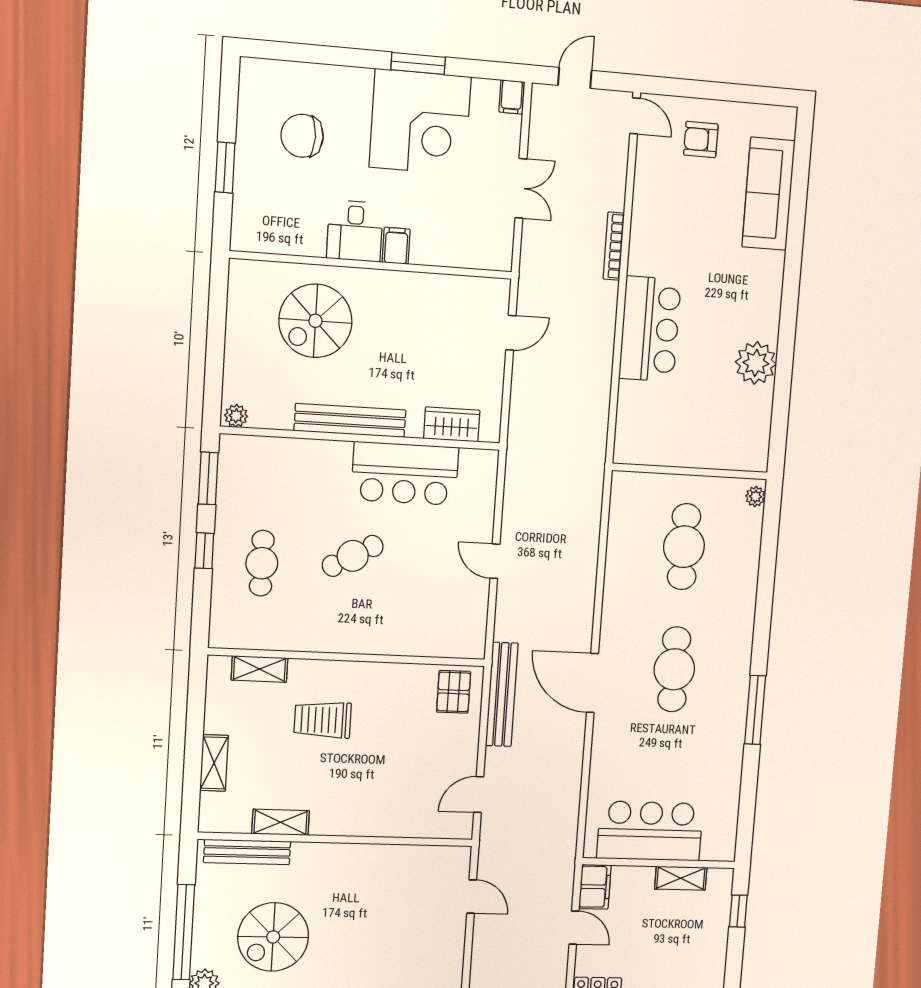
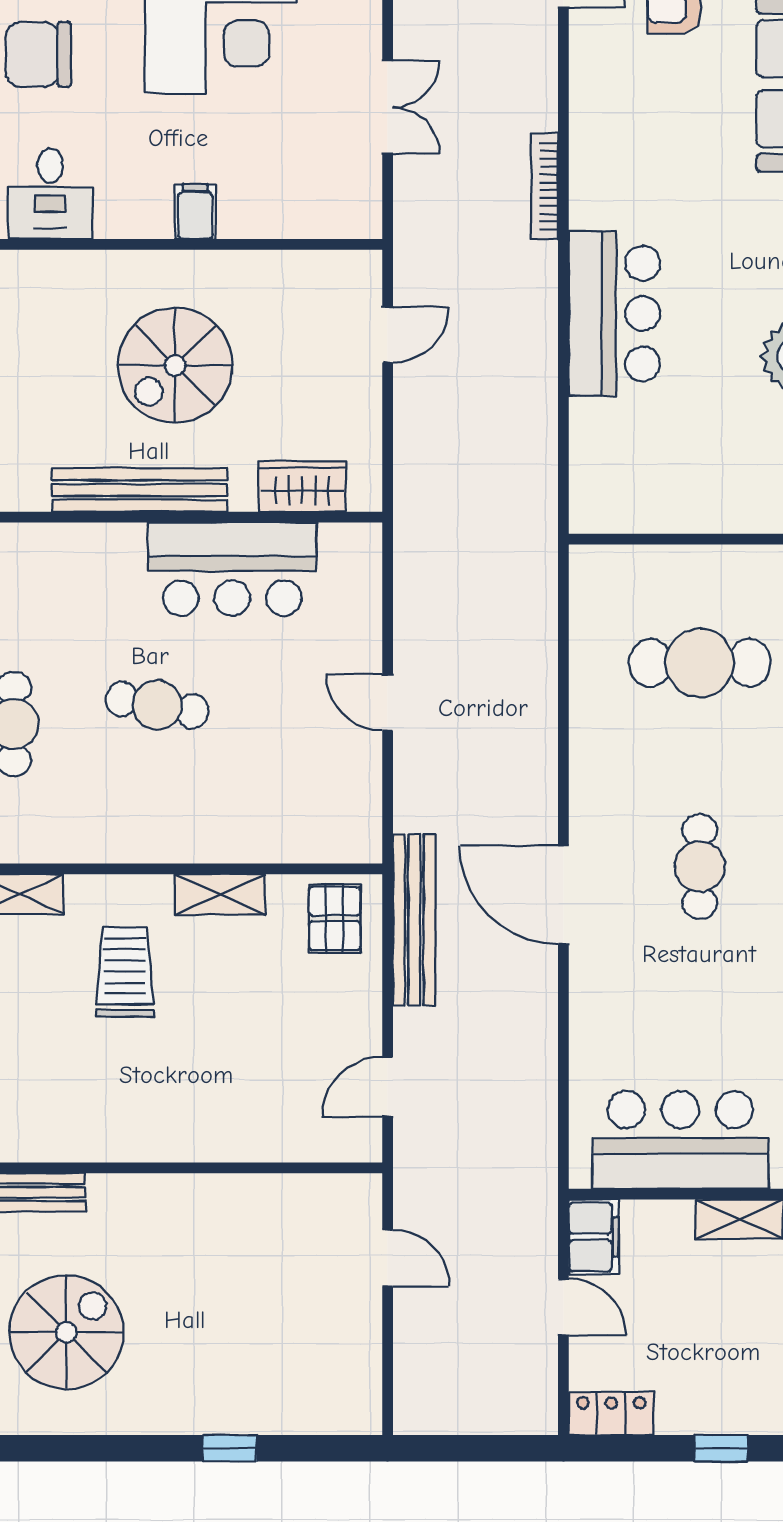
desk: (355, 231) -> (50, 194), moved
spiral stairs: (315, 321) -> (175, 365), moved
cafe table: (684, 547) -> (700, 663), turned 90
cafe table: (353, 556) -> (157, 705), turned 39
cafe table: (674, 669) -> (700, 867), width x0.73, depth x0.74
trolley: (323, 720) -> (125, 972), turned 90
shelving: (281, 822) -> (220, 894), moved
spiral stairs: (273, 937) -> (66, 1332), turned 180

